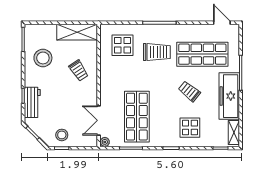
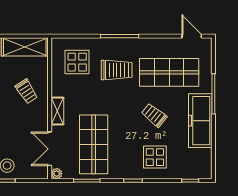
shelving: (234, 133) -> (57, 111), moved

